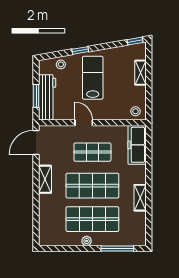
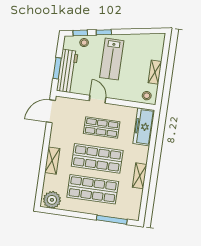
window: (135, 41) -> (80, 33), moved
shelving: (141, 73) -> (155, 72), moved
lab bench: (93, 78) -> (112, 59), turned 180
shelving: (45, 179) -> (52, 161), moved
plant: (87, 241) -> (52, 200), moved, width x1.88, depth x1.88

